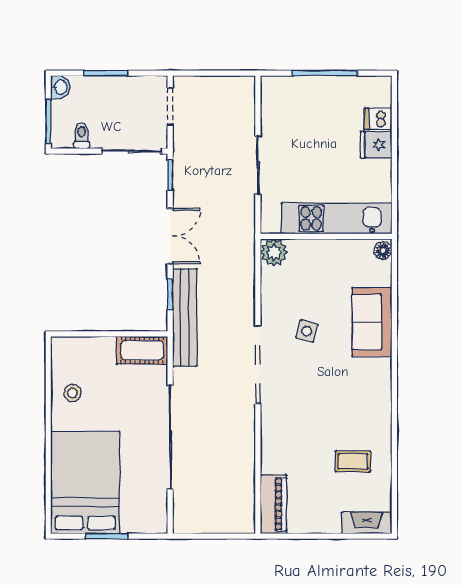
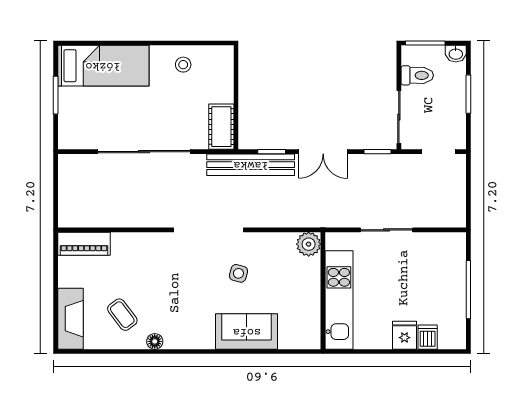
toilet: (82, 136) -> (417, 75), width x1.37, depth x1.39
floor lamp: (383, 251) -> (155, 341), moved
coffee table: (353, 461) -> (122, 315), turned -37
bed: (85, 483) -> (103, 66), width x0.67
fireplace: (367, 523) -> (70, 319), width x1.37, depth x1.32

